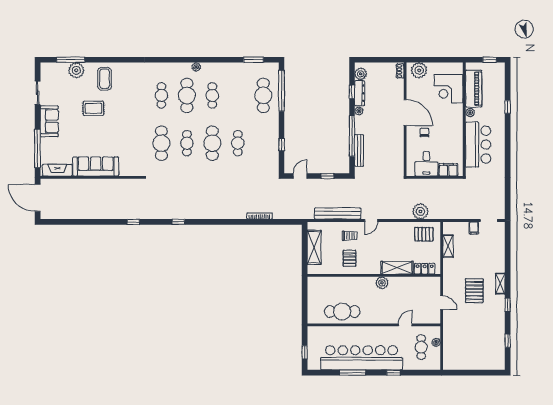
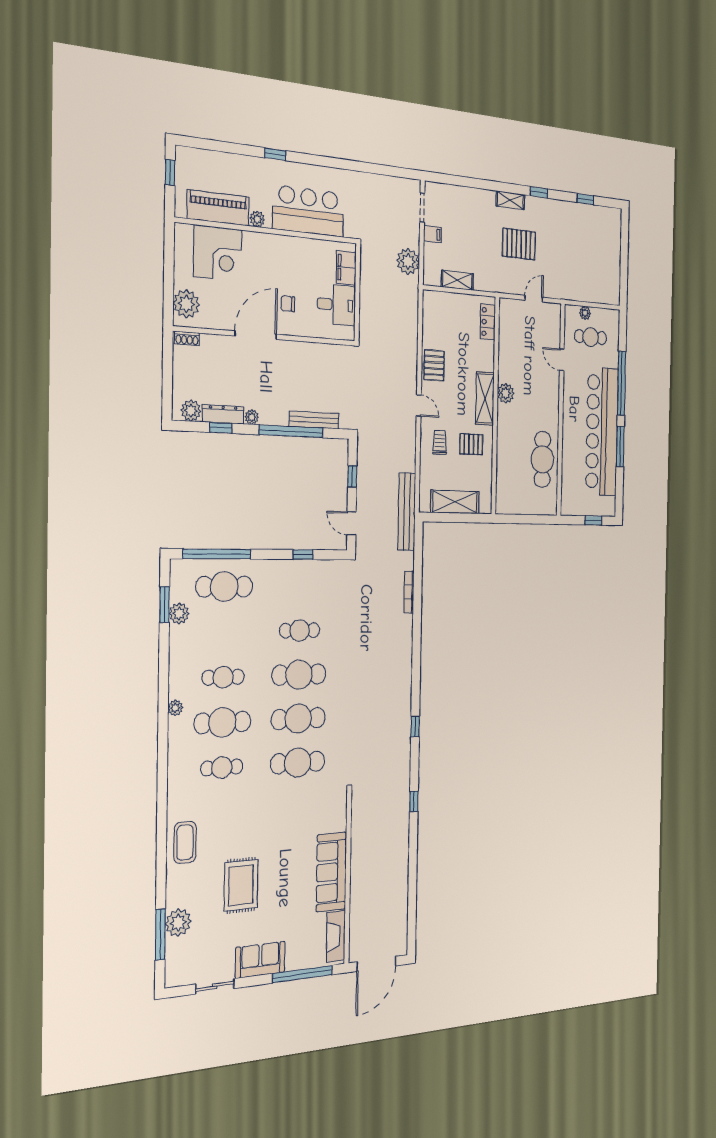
plant: (248, 68) -> (179, 614), added
coffee table: (105, 79) -> (185, 842), moved, turned 90
window: (508, 107) -> (275, 154), moved
rug: (93, 108) -> (241, 885), width x1.36, depth x1.43
cafe table: (187, 143) -> (298, 719), width x1.37, depth x1.35
plant: (420, 211) -> (408, 261), moved
bench: (338, 213) -> (407, 512), moved
pallet: (424, 234) -> (434, 365), moved
shelving: (397, 268) -> (485, 398), moved
window: (393, 373) -> (622, 383), width x3.17

